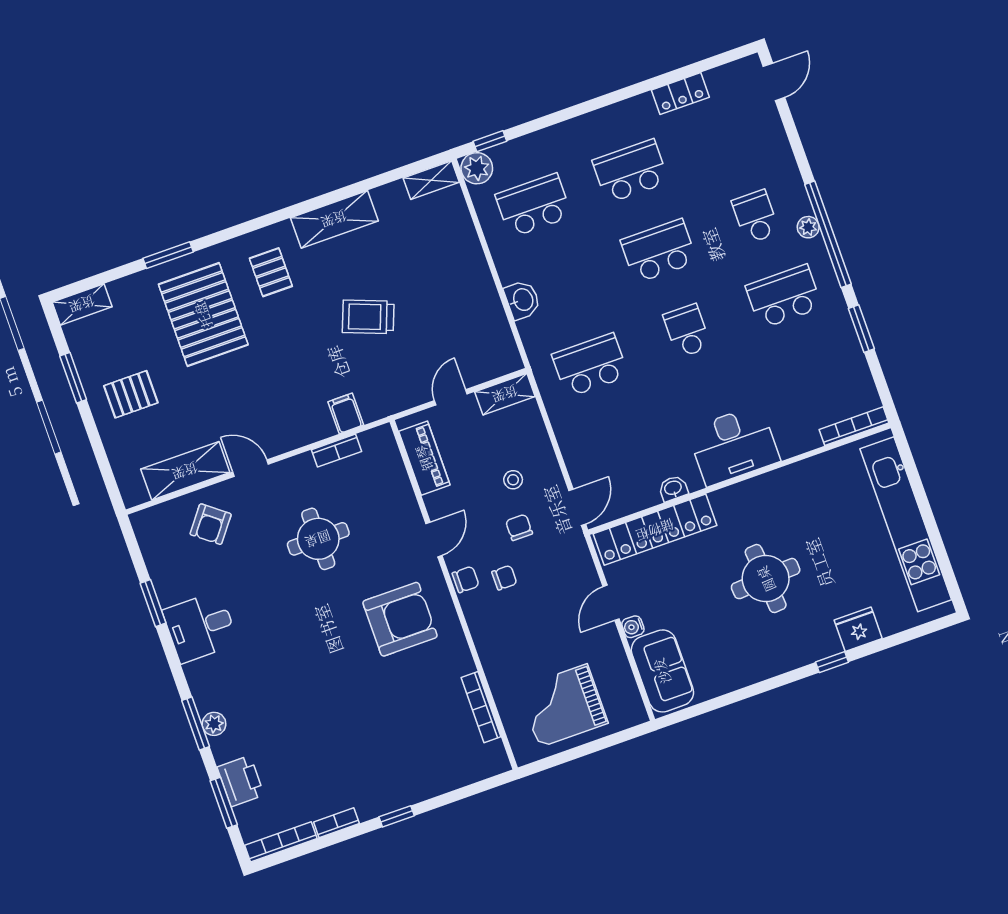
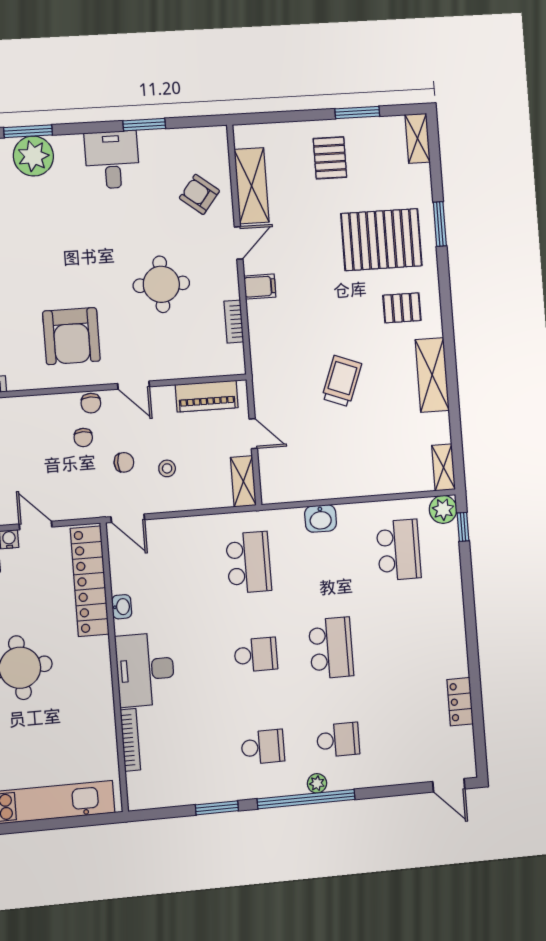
school desk: (630, 171) -> (406, 641), removed
school desk: (784, 297) -> (263, 747), width x0.54
filing cabinet: (346, 413) -> (260, 287), moved
bookcase: (854, 426) -> (130, 740), moved
plant: (214, 724) -> (33, 156), width x1.88, depth x1.88

